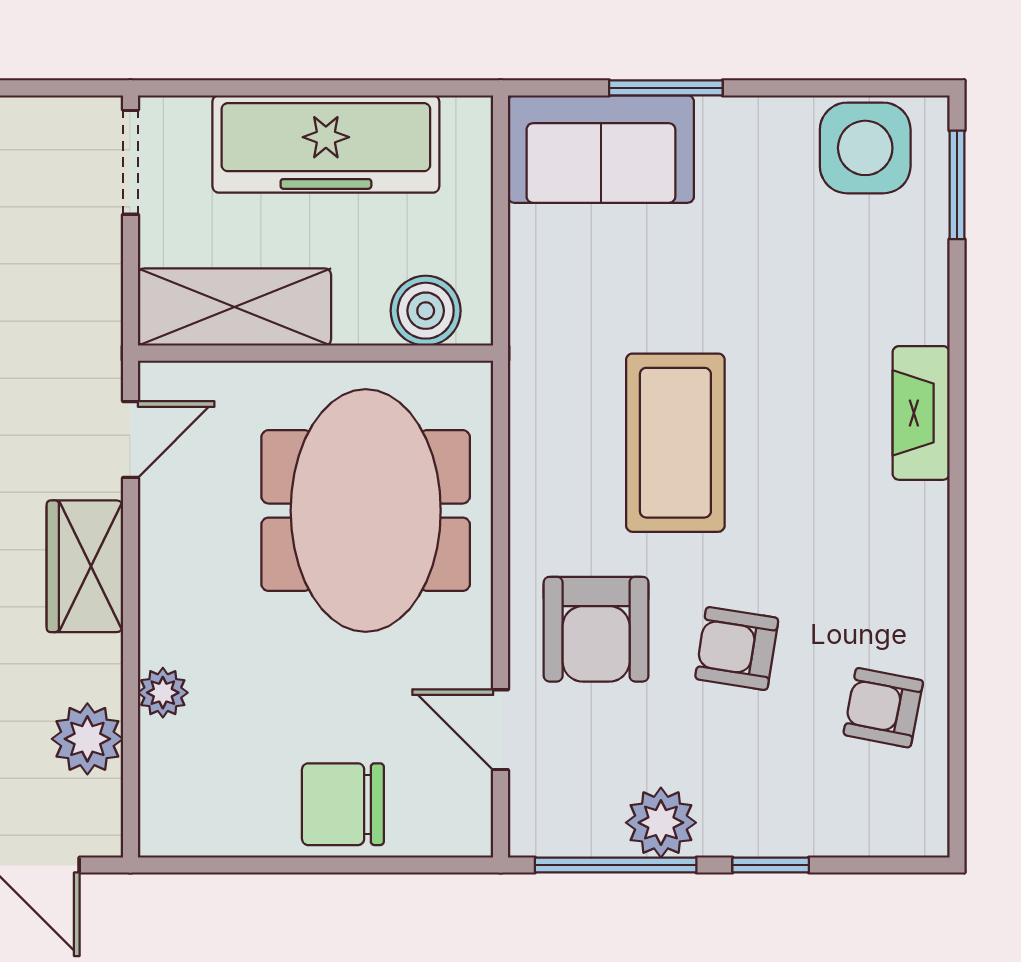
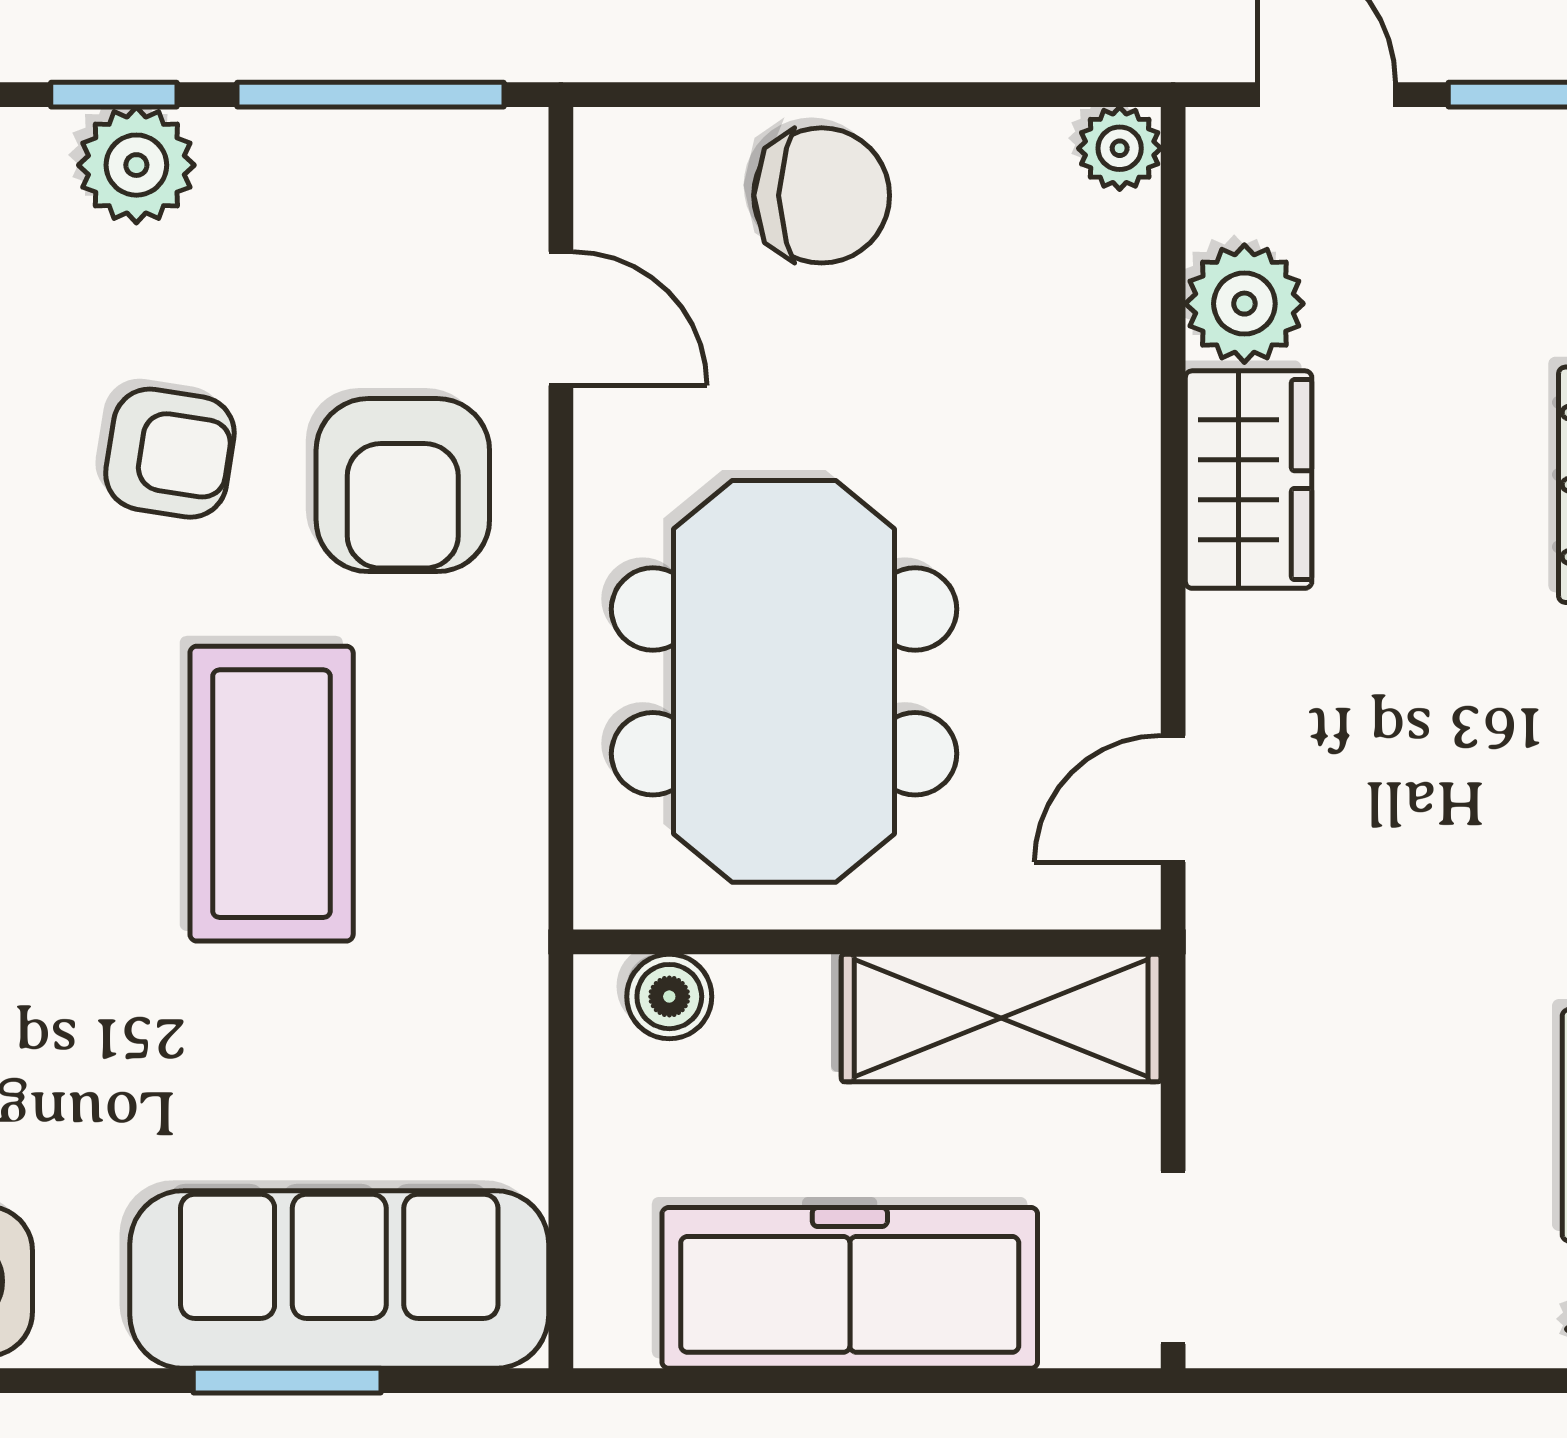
sofa: (601, 149) -> (339, 1280), width x1.36
boiler: (426, 311) -> (669, 997), width x0.73, depth x0.73
wardrobe: (85, 566) -> (1249, 480), moved
armchair: (596, 629) -> (403, 485), turned 180
plant: (163, 693) -> (1120, 148), moved
plant: (661, 823) -> (136, 165), moved

